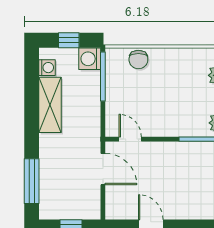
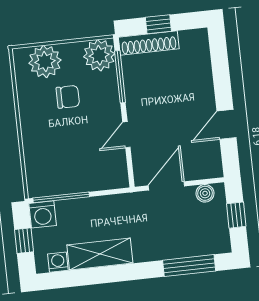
chair: (138, 60) -> (68, 97), moved
door: (130, 139) -> (126, 135), moved
boiler: (93, 202) -> (205, 193), added

